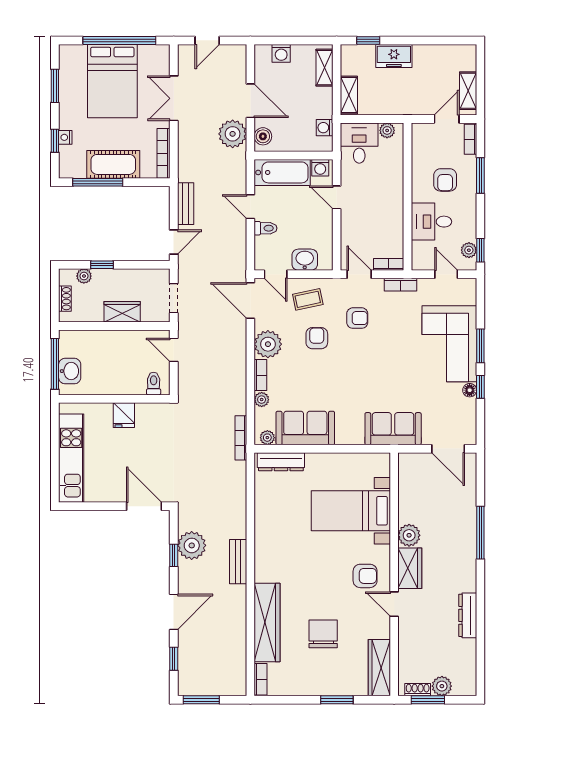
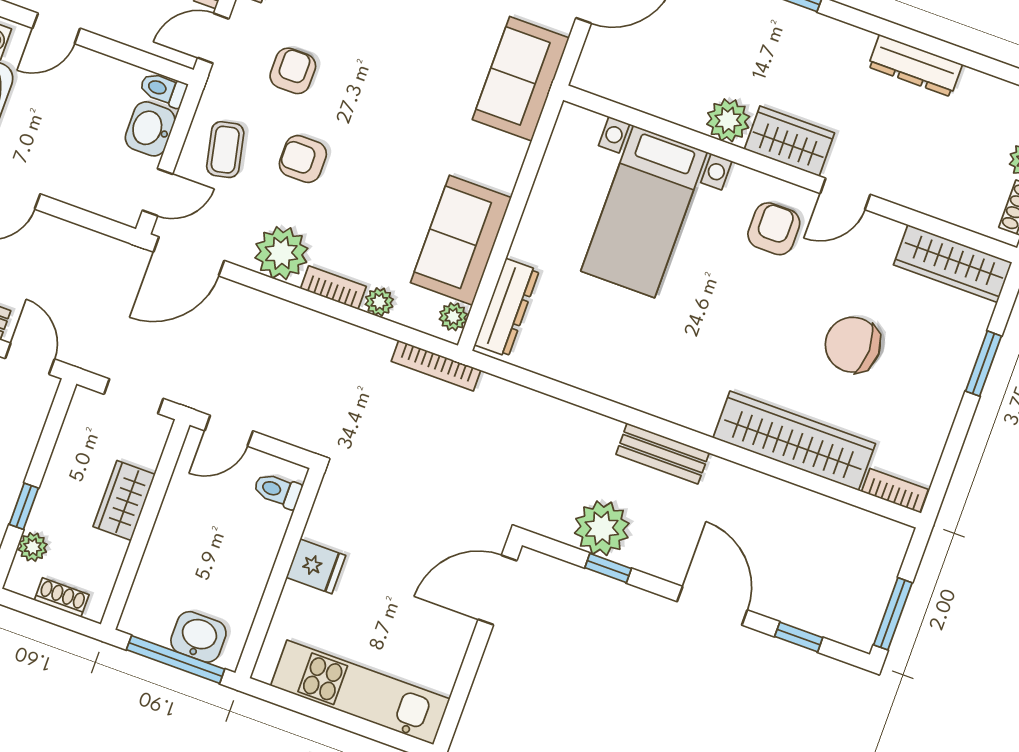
toilet: (265, 228) -> (163, 89), moved, turned -90

